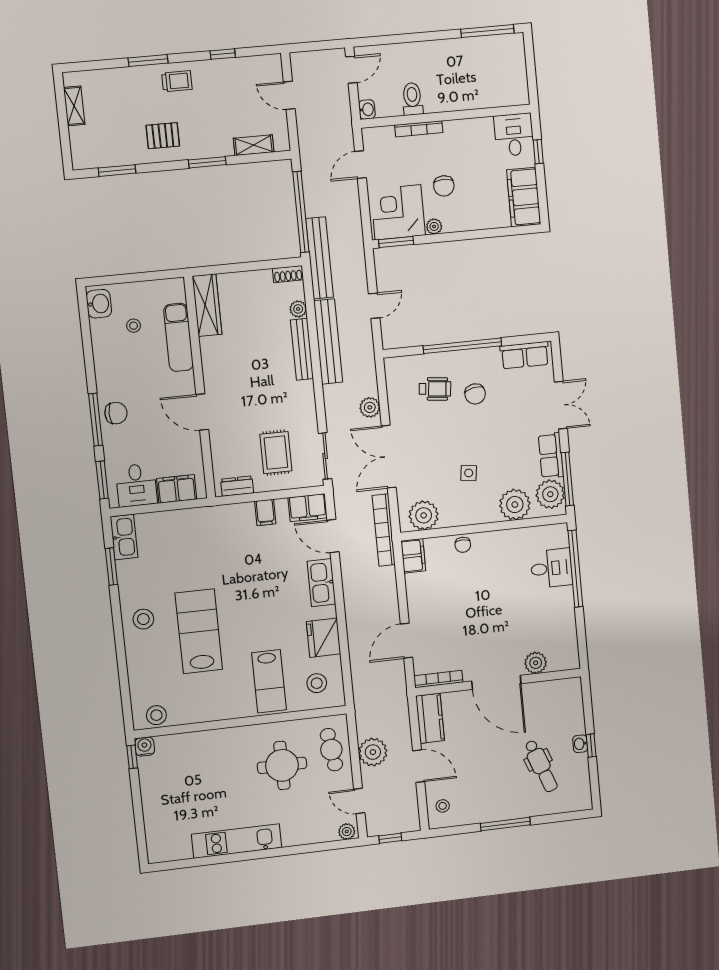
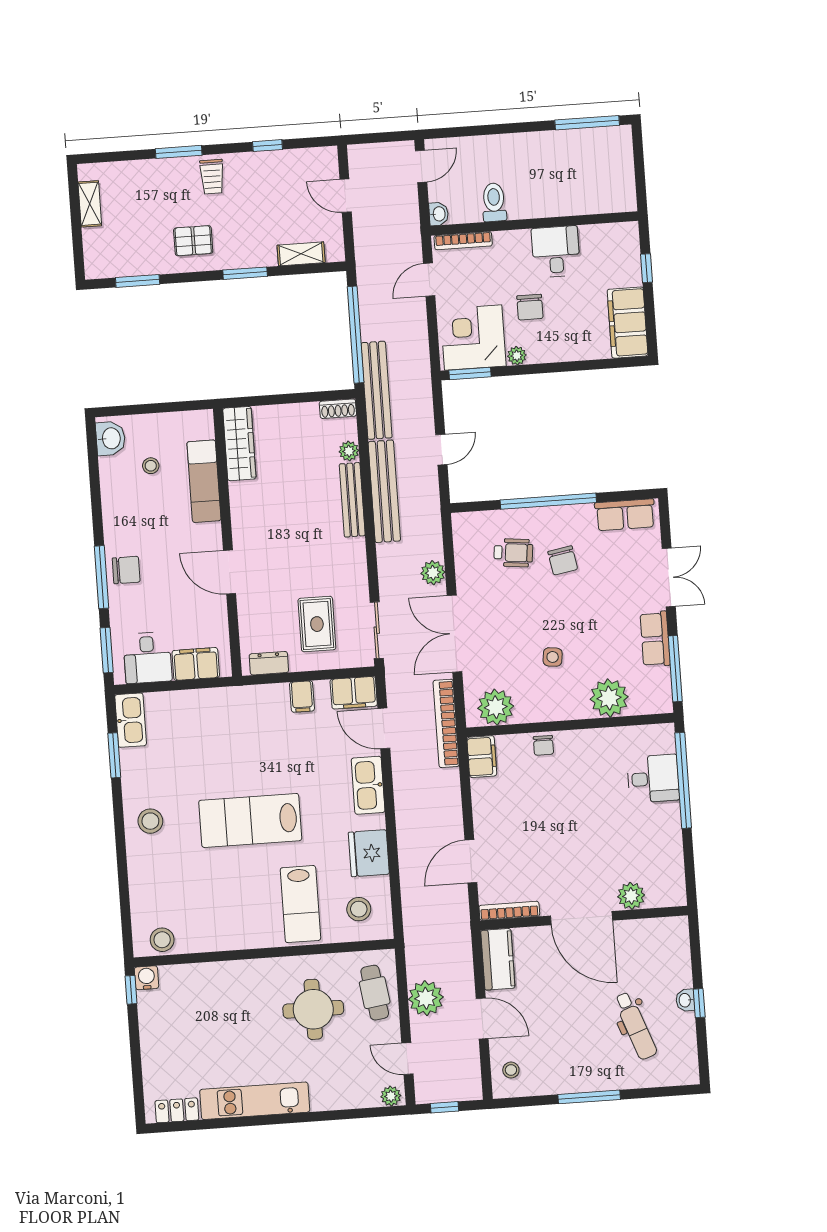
trolley: (177, 81) -> (212, 177), turned 90
bookcase: (419, 129) -> (463, 241), moved
desk: (514, 135) -> (556, 252), moved
plant: (550, 494) -> (654, 687), removed
lab bench: (199, 631) -> (250, 820), moved, turned -90
locker: (173, 852) -> (177, 1110), added

